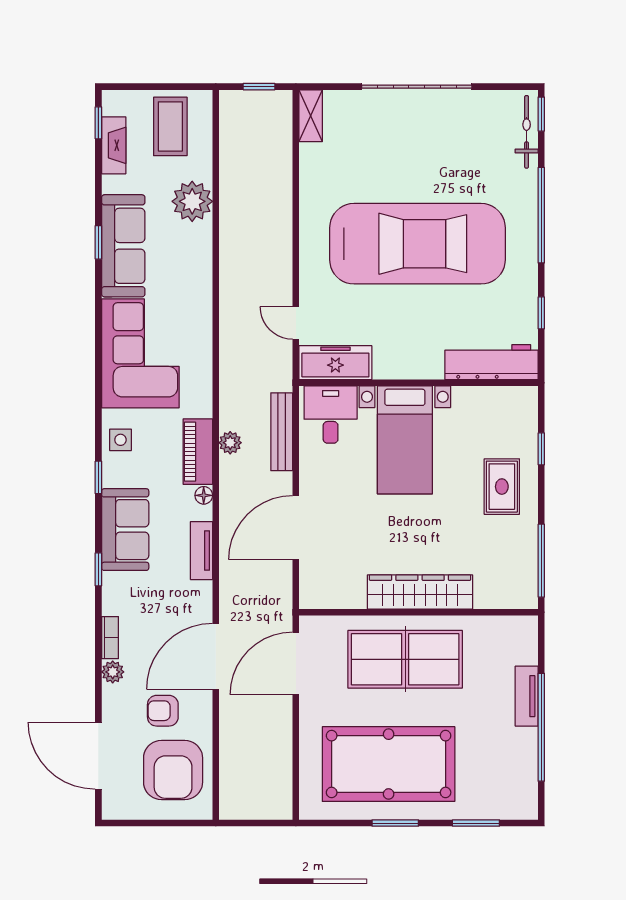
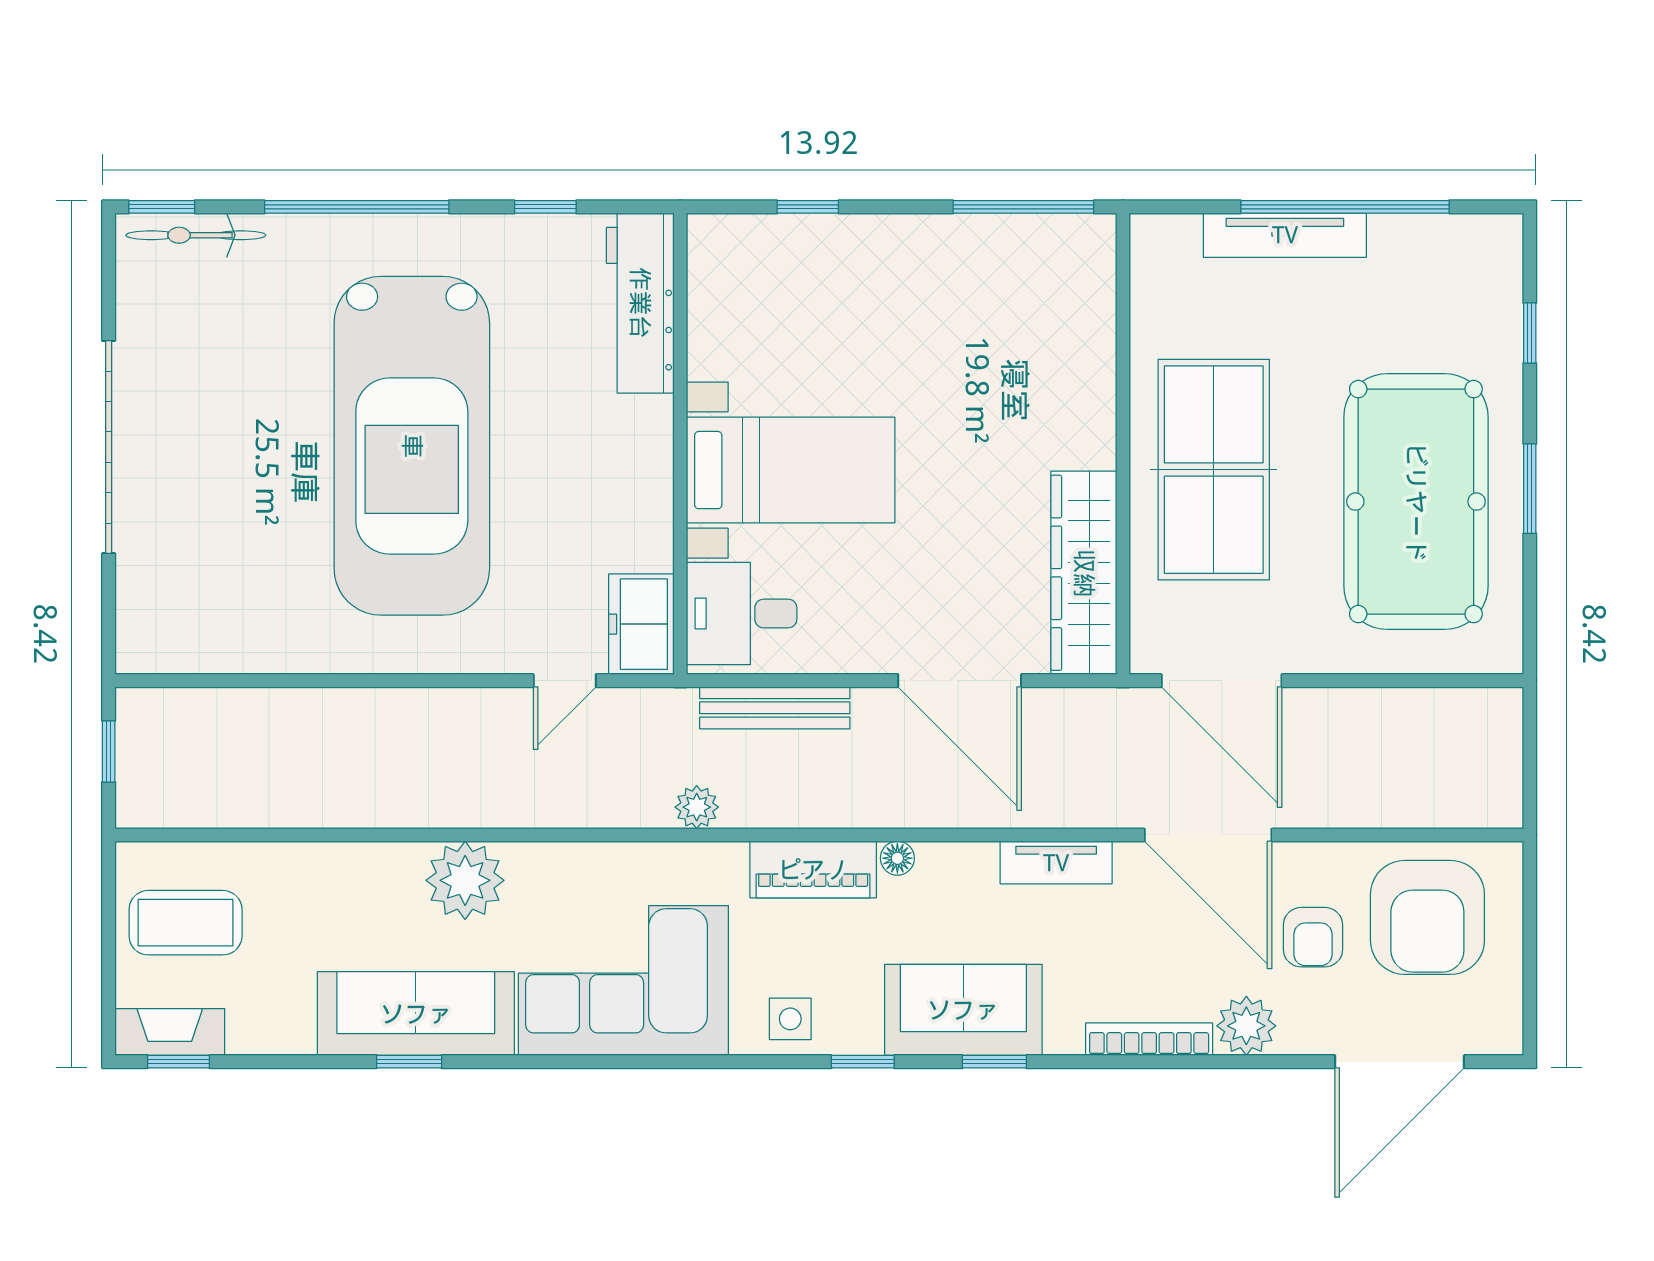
shelving: (311, 116) -> (165, 652), removed
fireplace: (114, 145) -> (170, 1032), moved
plant: (192, 201) -> (465, 880), moved
car: (417, 244) -> (412, 446), turned 180
freezer: (335, 363) -> (641, 624), width x0.71
plant: (230, 443) -> (697, 807), moved
rug: (502, 487) -> (880, 283), removed
tv unit: (201, 551) -> (1056, 863), moved
window: (98, 569) -> (994, 1062), moved
wardrobe: (420, 592) -> (1084, 573), moved
bookcase: (110, 638) -> (1149, 1039), width x1.56
plant: (113, 672) -> (1246, 1026), width x1.38, depth x1.38
tv unit: (527, 696) -> (1285, 235), width x1.41
armchair: (173, 770) -> (1427, 917), turned 90
window: (476, 823) -> (1530, 333), width x0.67

